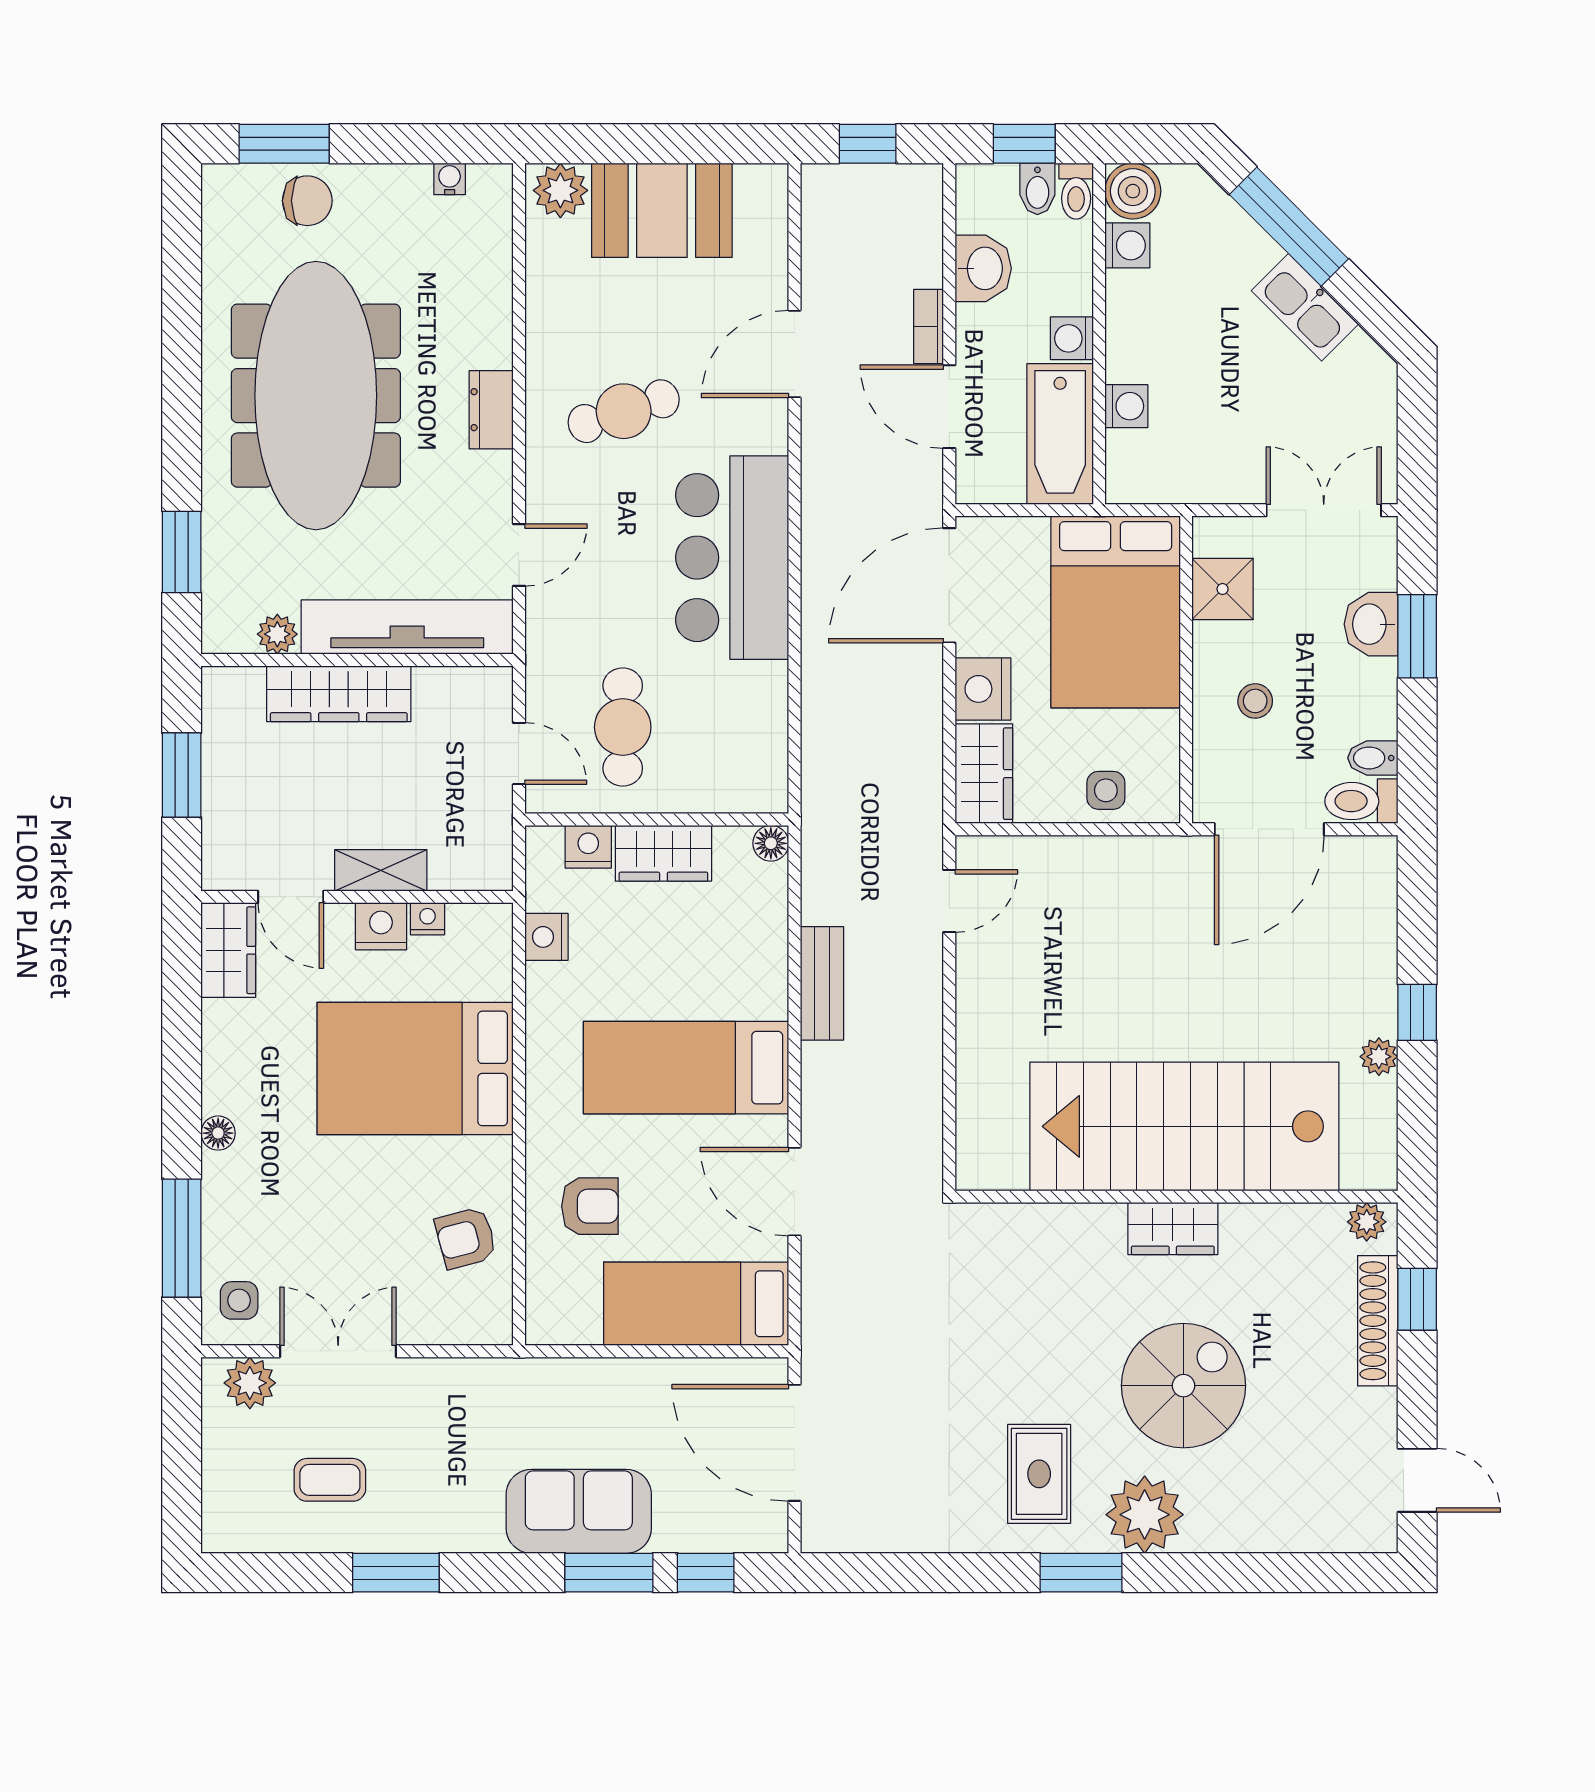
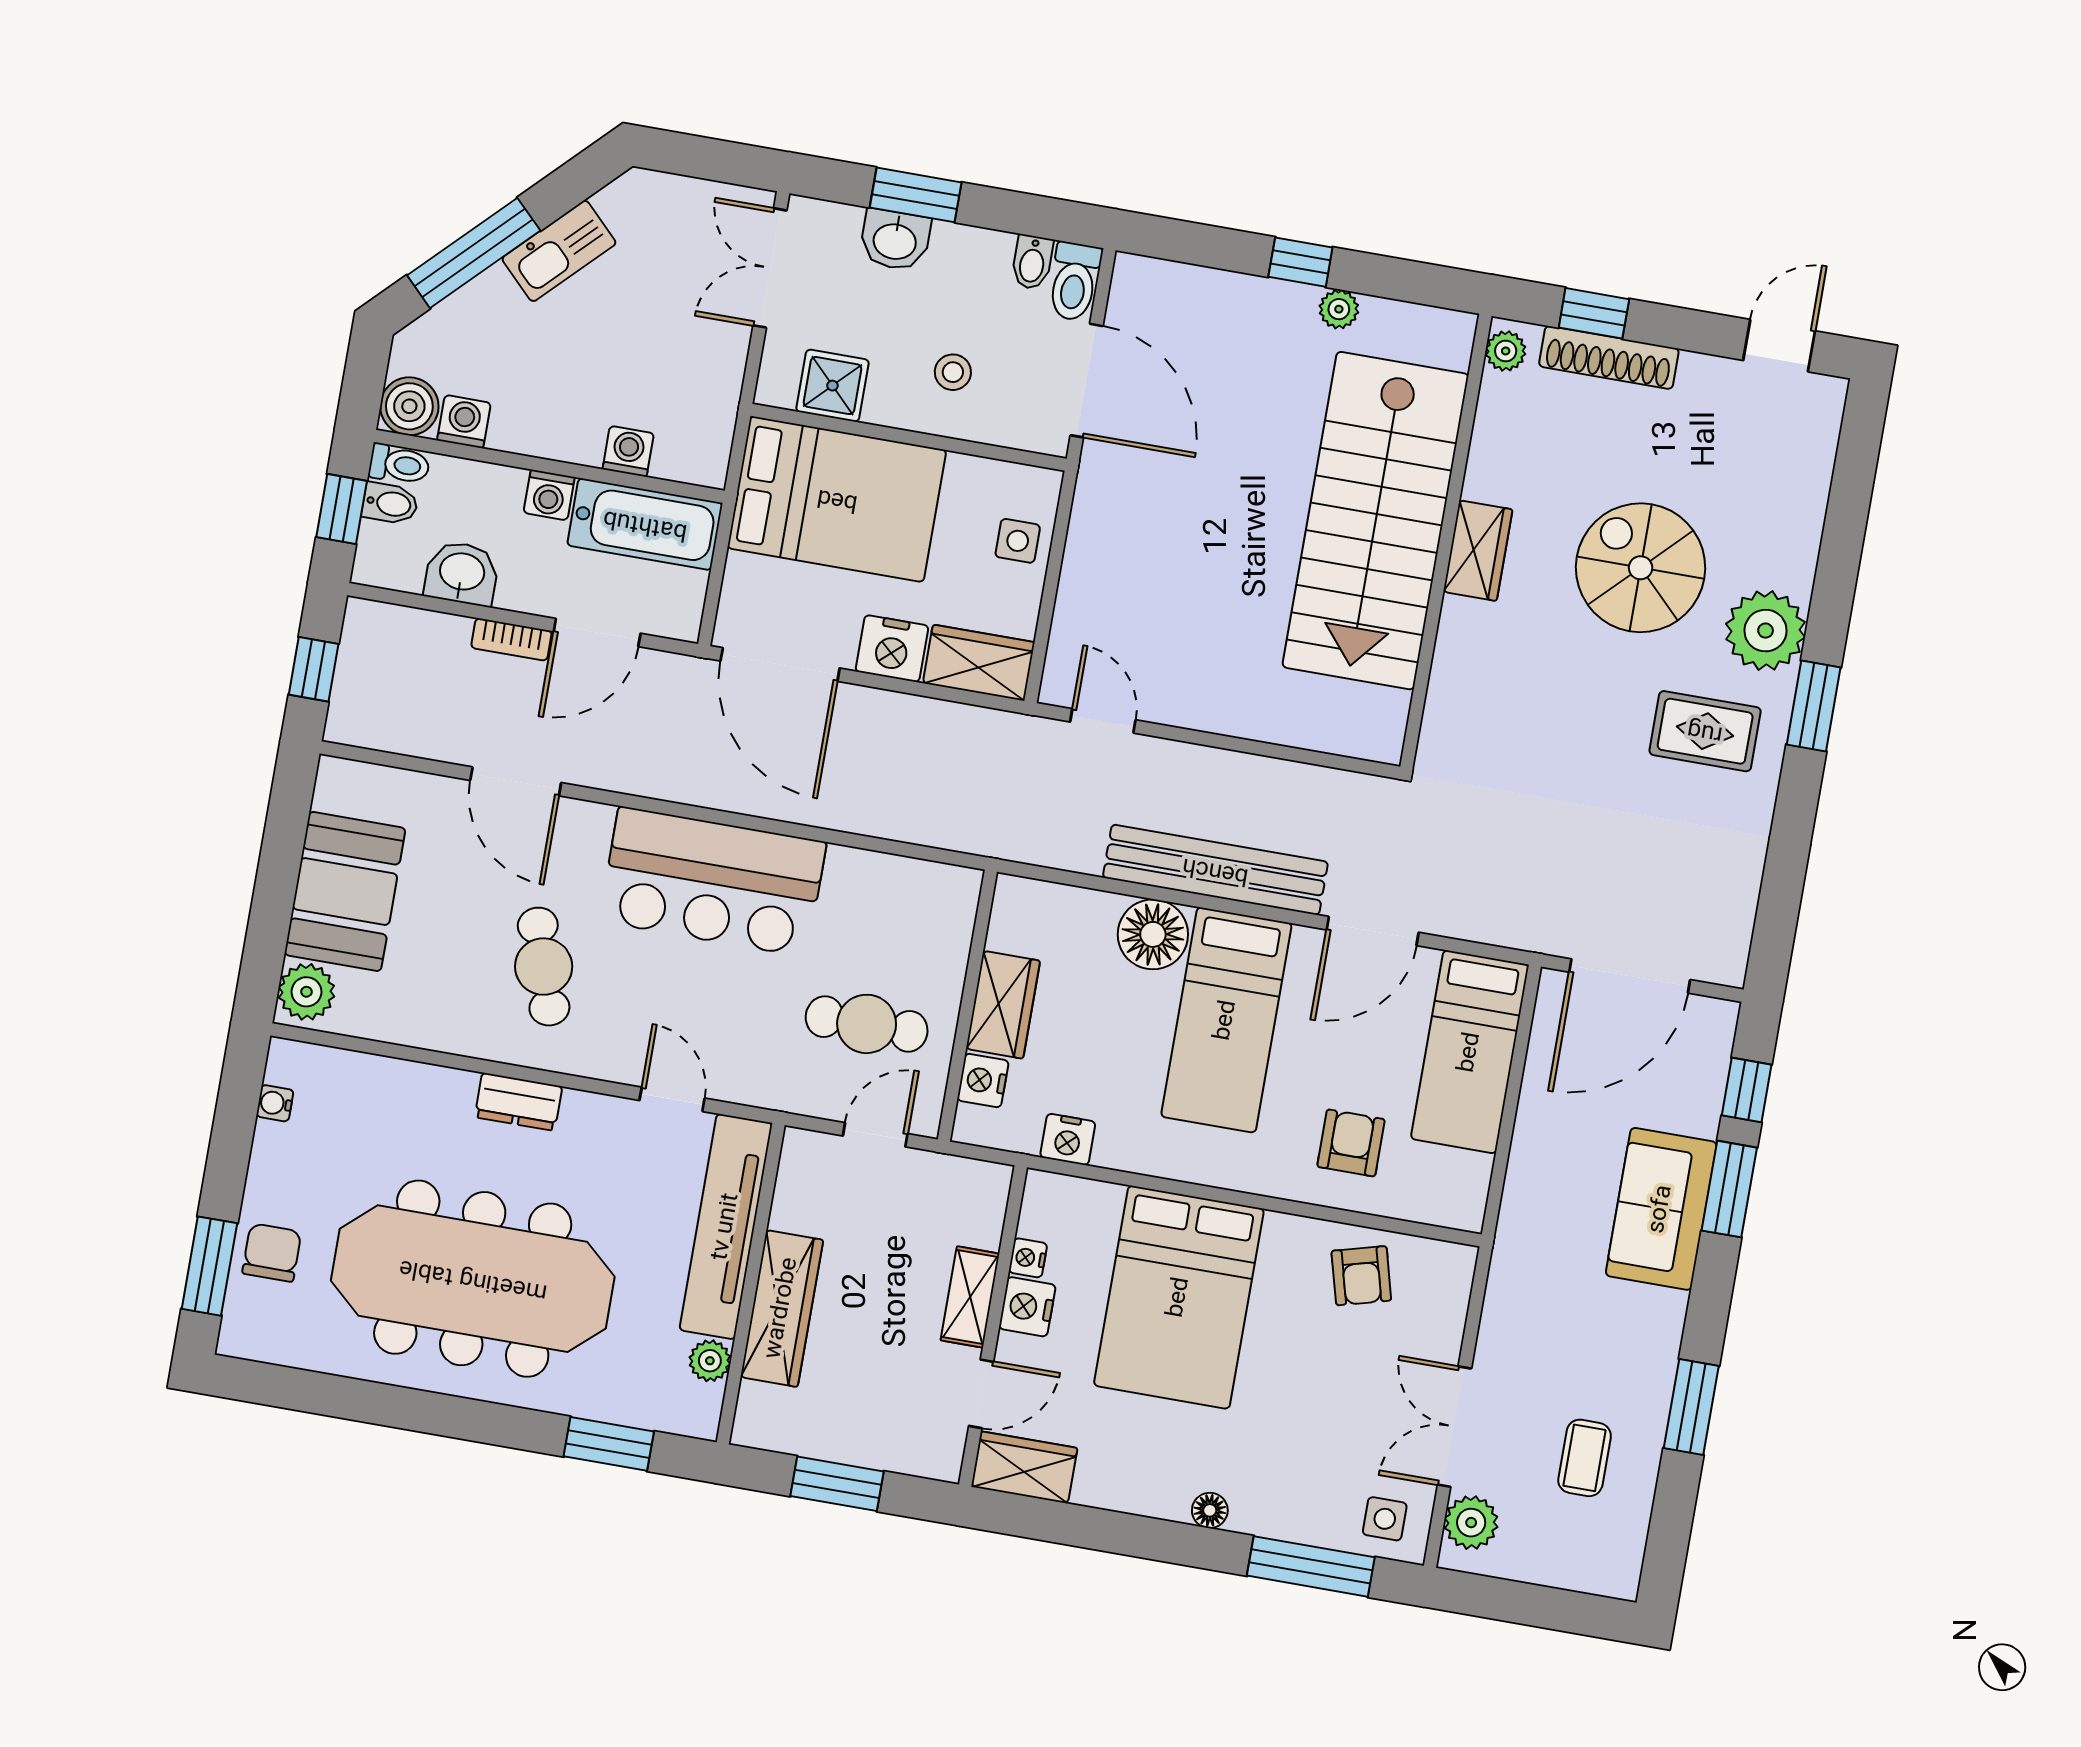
floor lamp: (771, 843) -> (1153, 934), moved, width x1.89, depth x1.89
bench: (822, 983) -> (1215, 870), width x1.86, depth x1.21

